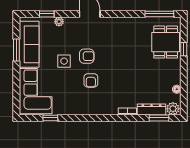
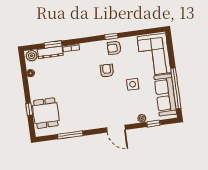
window: (159, 14) -> (70, 135), moved
window: (16, 50) -> (176, 88), width x2.11
armchair: (87, 56) -> (114, 48), moved
window: (50, 118) -> (111, 36), moved
window: (159, 118) -> (53, 44), moved

